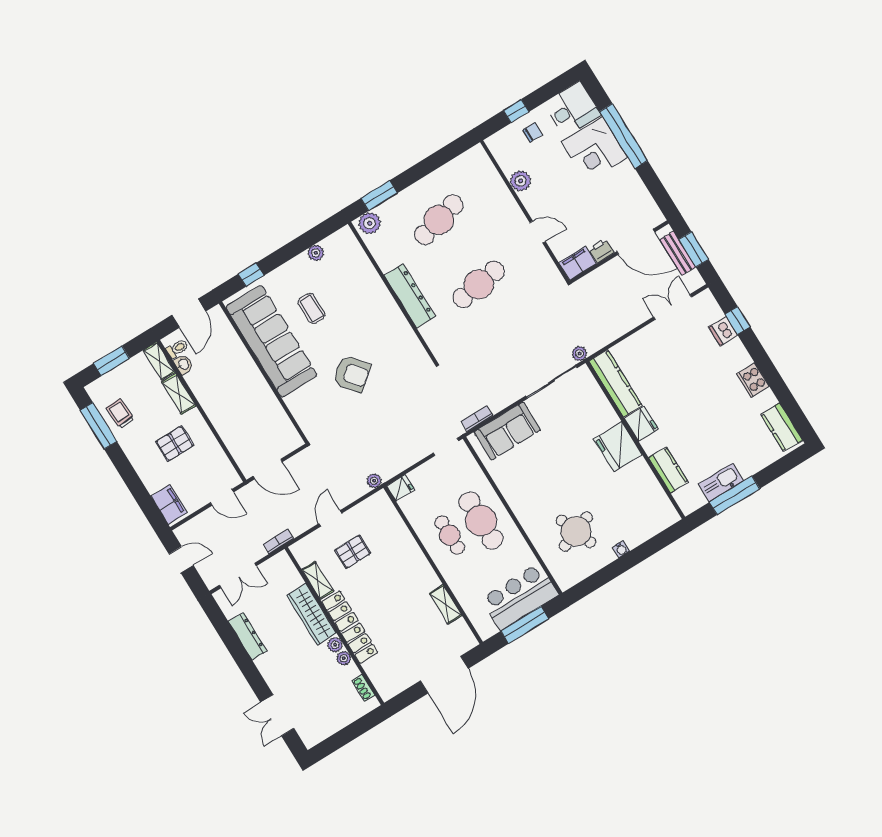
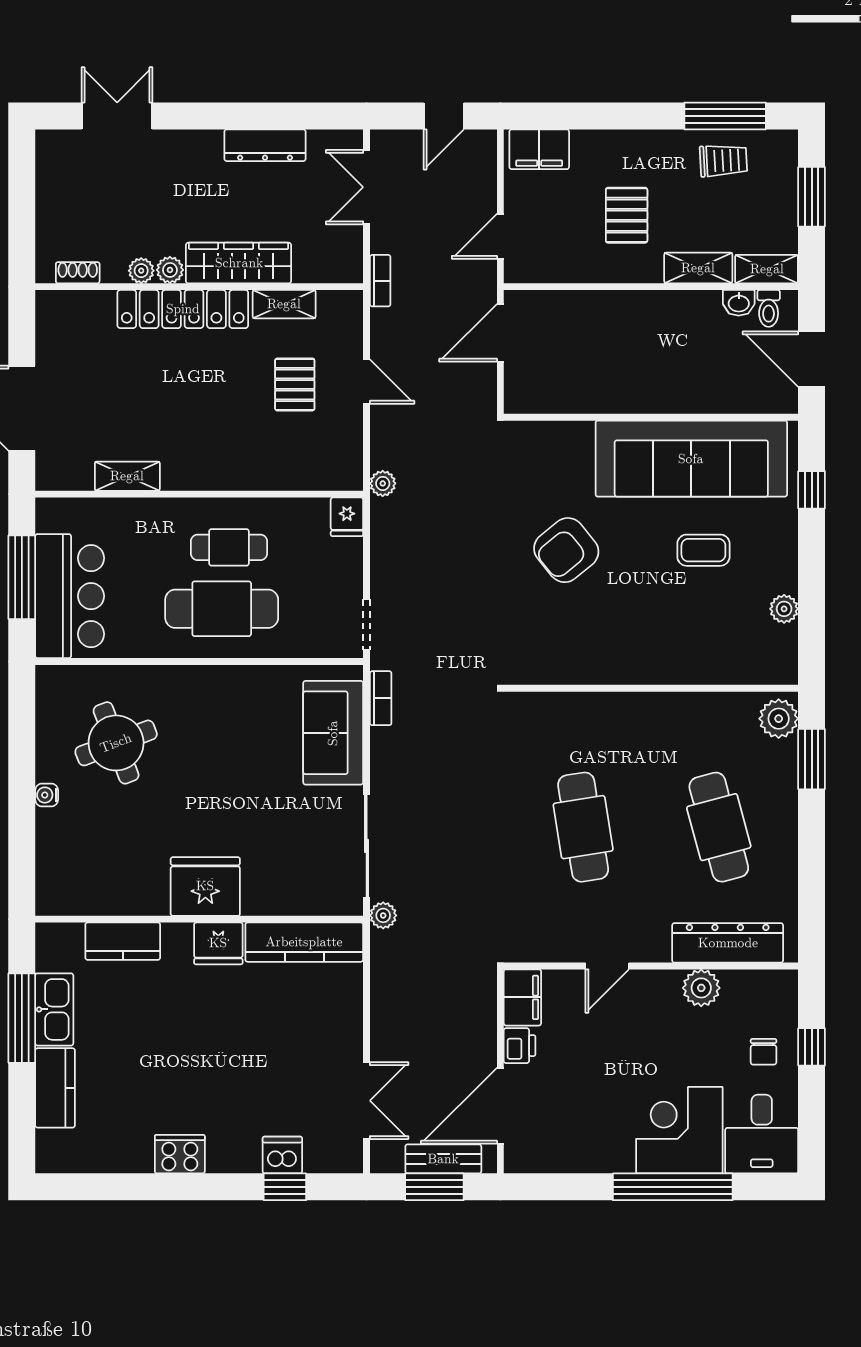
dresser: (410, 296) -> (728, 943), moved, turned 180
kitchen counter: (782, 427) -> (55, 1088), moved, turned 90

